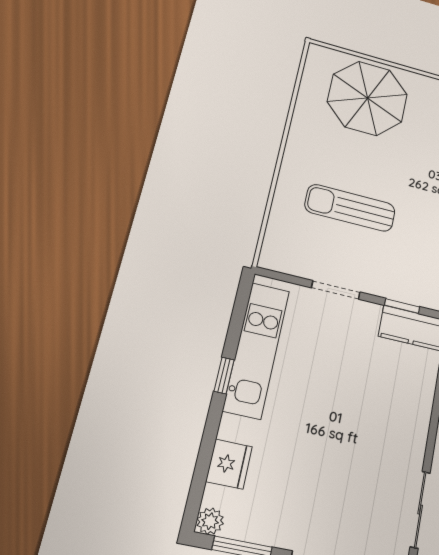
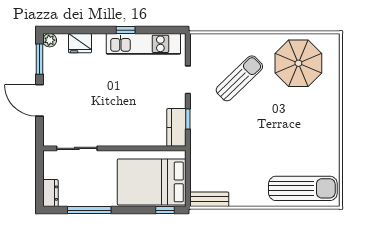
parasol: (367, 98) -> (298, 63), moved
sun lounger: (350, 208) -> (239, 78), turned 46

